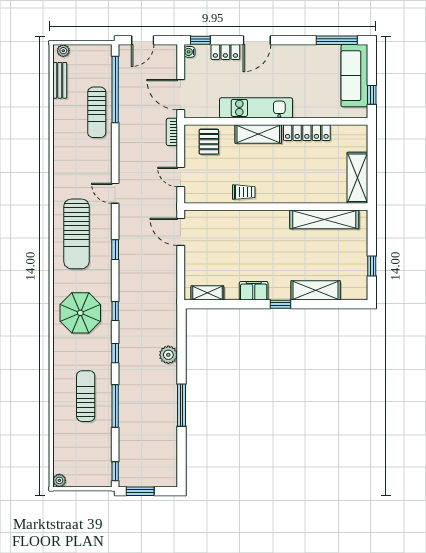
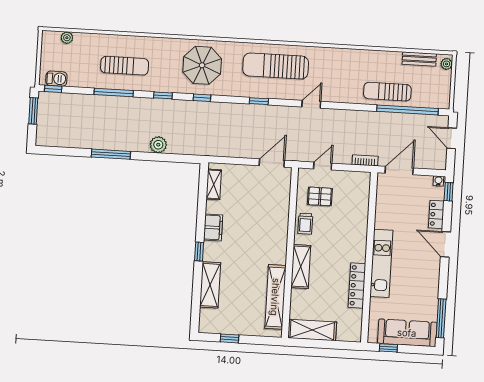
kitchen unit: (256, 108) -> (381, 263), moved
shelving: (258, 134) -> (301, 267), moved
pallet: (209, 142) -> (320, 196), moved
barbecue: (104, 468) -> (56, 79), added
plant: (59, 480) -> (67, 38), moved

